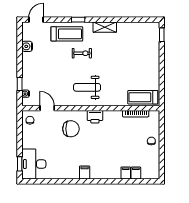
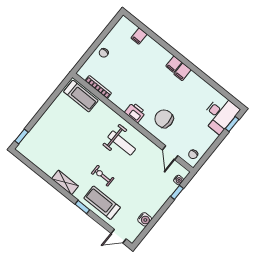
filing cabinet: (126, 173) -> (174, 64), moved

